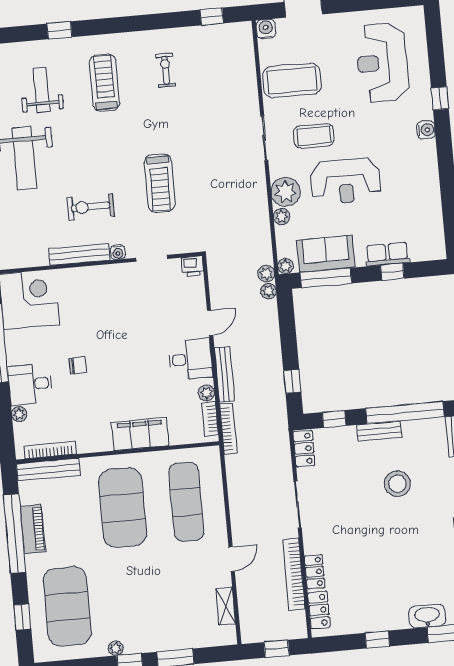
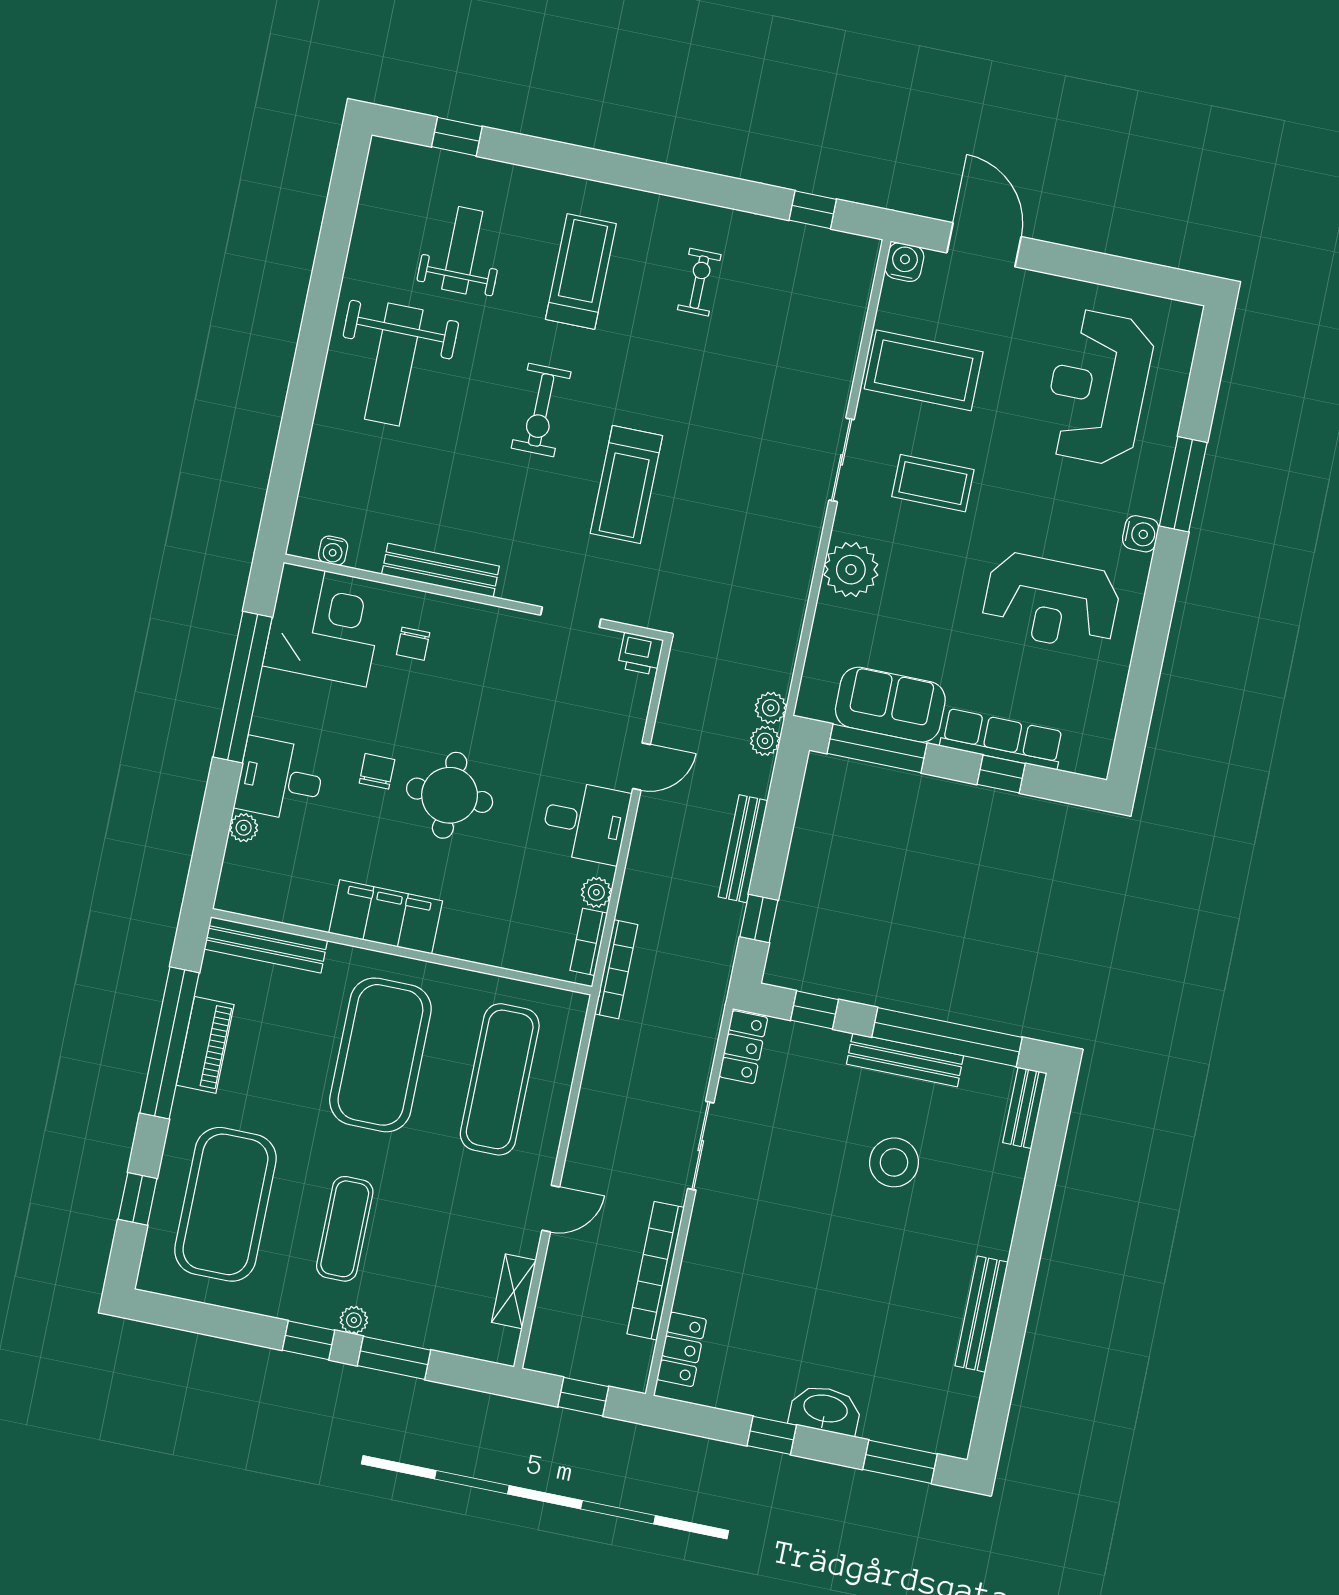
window: (59, 30) -> (457, 137), moved
window: (440, 98) -> (1183, 484), width x2.17
reception desk: (345, 181) -> (1051, 602), moved
exercise bike: (91, 207) -> (541, 410), moved, turned -90
plant: (282, 216) -> (830, 612), removed
water cooler: (118, 252) -> (333, 551), moved
row of seats: (387, 254) -> (1002, 739), width x1.48
plant: (286, 266) -> (810, 705), removed
chair: (77, 296) -> (413, 644), added
chair: (78, 365) -> (377, 771), turned -90
round table: (118, 366) -> (450, 795), added
bench: (225, 374) -> (743, 849), moved
bench: (379, 431) -> (905, 1060), width x1.36
filing cabinet: (140, 434) -> (386, 917), moved
bookcase: (50, 450) -> (280, 910), removed
locker: (315, 572) -> (695, 1277), removed
exercise mat: (131, 601) -> (345, 1229), added
washbasin: (427, 616) -> (825, 1410), moved
plant: (116, 648) -> (354, 1320), moved

